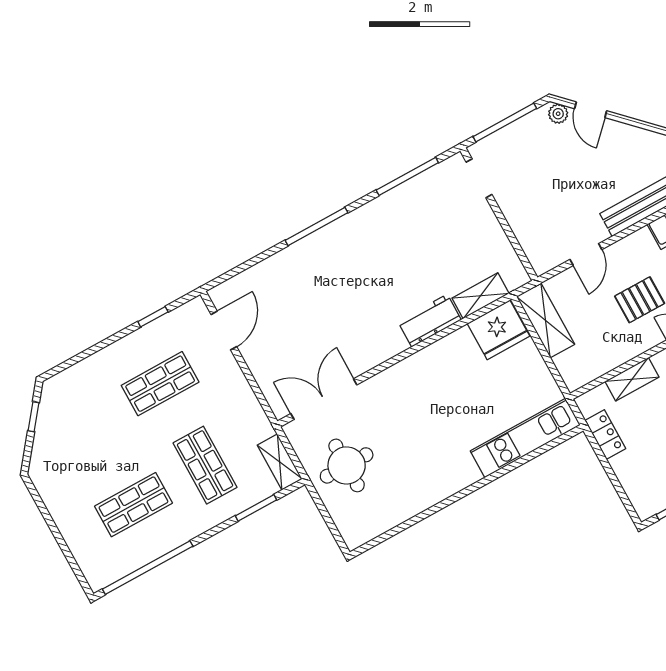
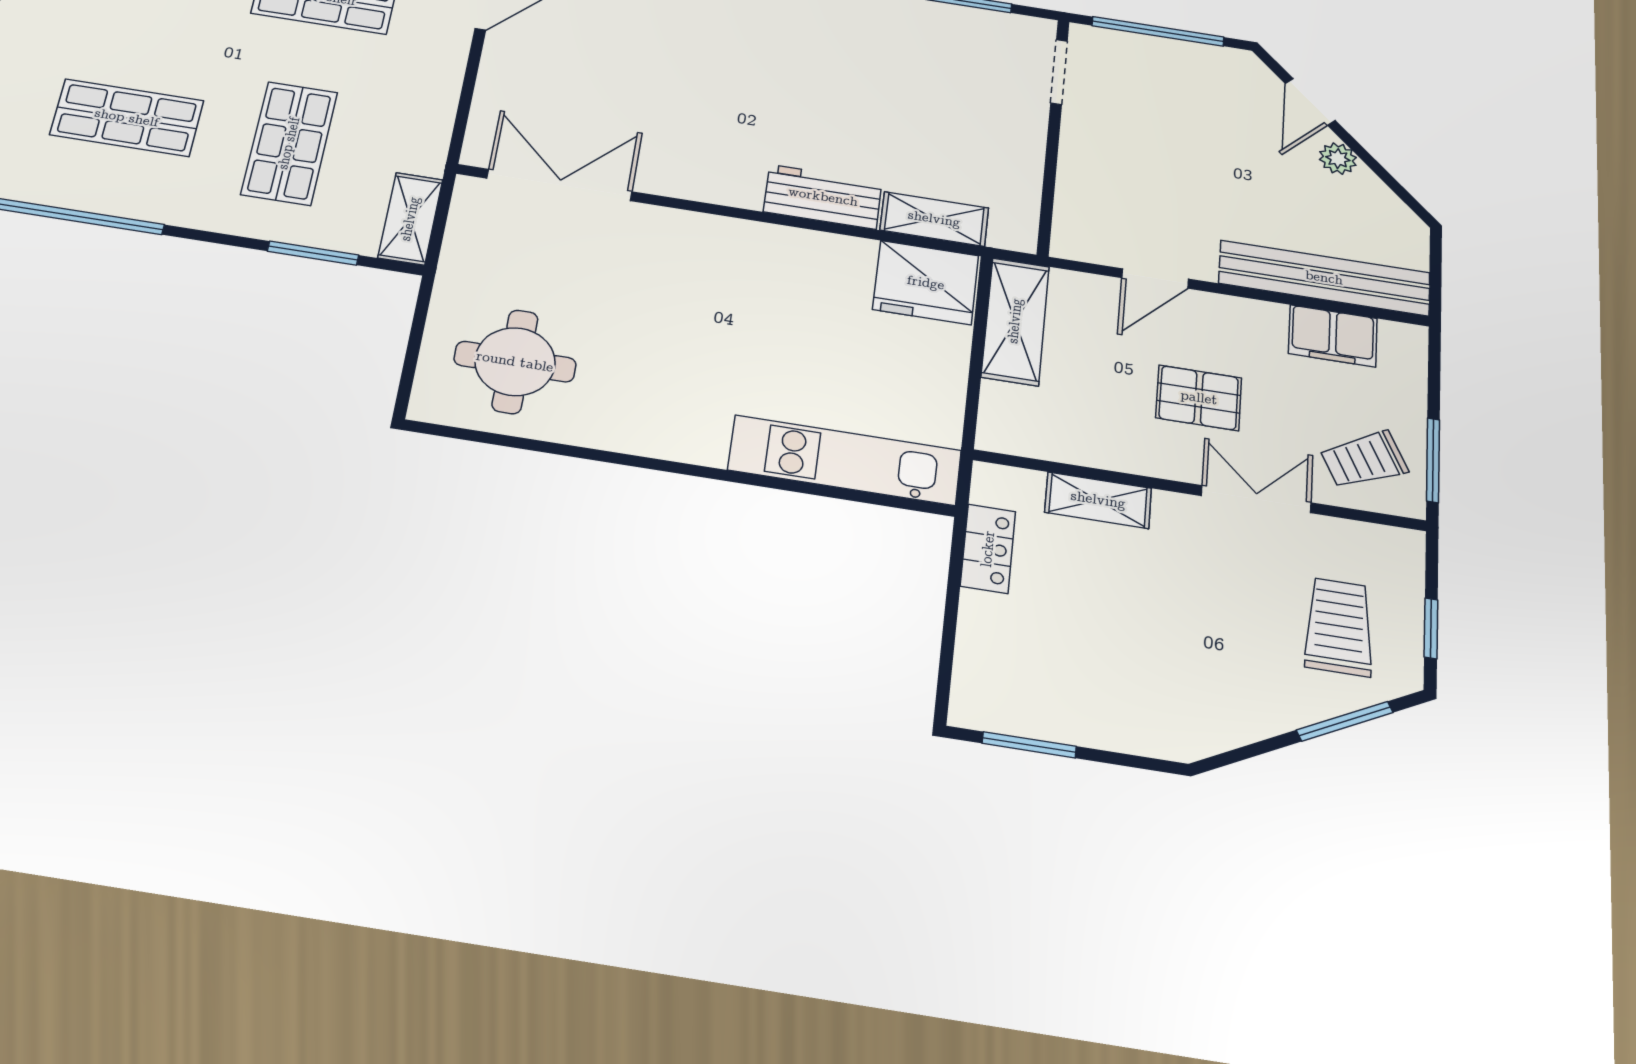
plant: (558, 114) -> (1338, 159), moved
round table: (347, 465) -> (515, 362), moved

